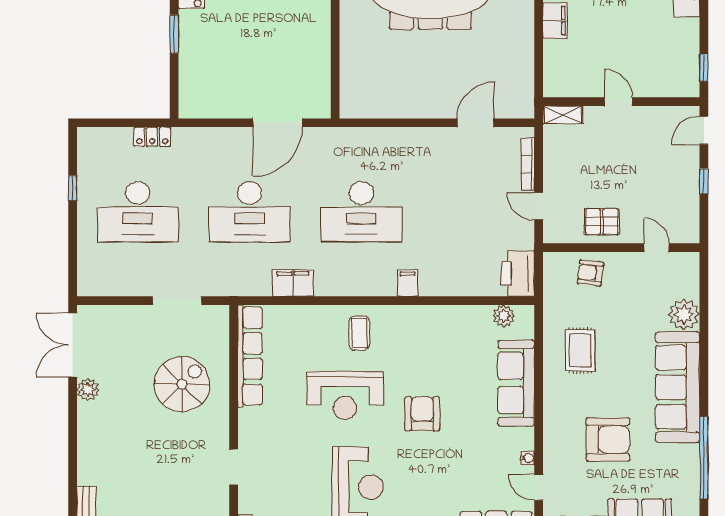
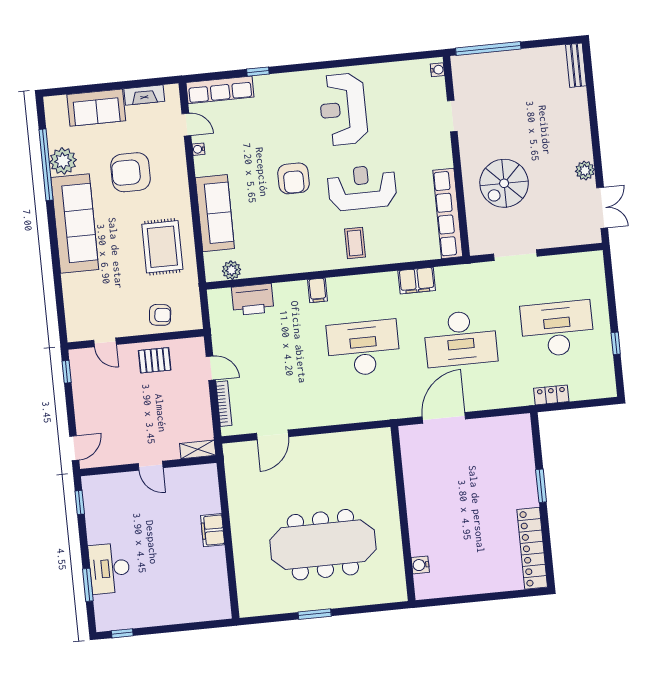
window: (704, 181) -> (67, 372), moved
desk: (250, 212) -> (460, 338), turned 180
printer: (518, 273) -> (253, 300), moved, turned 90
plant: (684, 314) -> (63, 161), moved
double door: (73, 345) -> (602, 208), width x0.73
rug: (580, 351) -> (162, 247), width x1.36, depth x1.43

